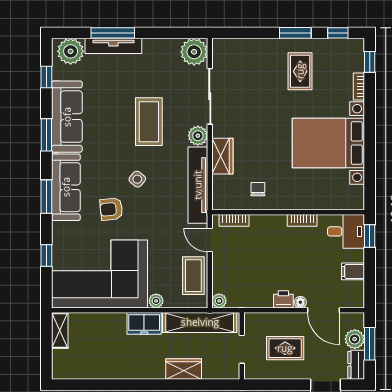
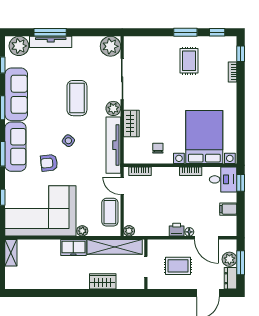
bed with nightstands: (328, 143) -> (204, 137), moved, turned 90

